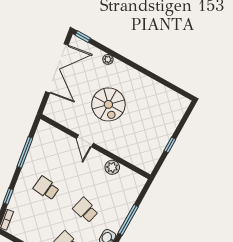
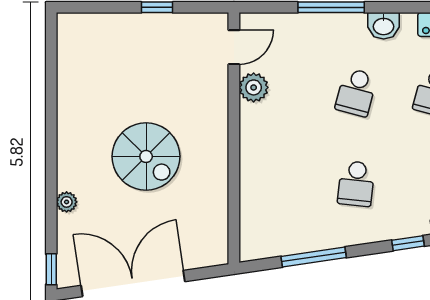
spiral stairs: (108, 104) -> (146, 156), turned 90
door: (85, 141) -> (234, 47), moved

